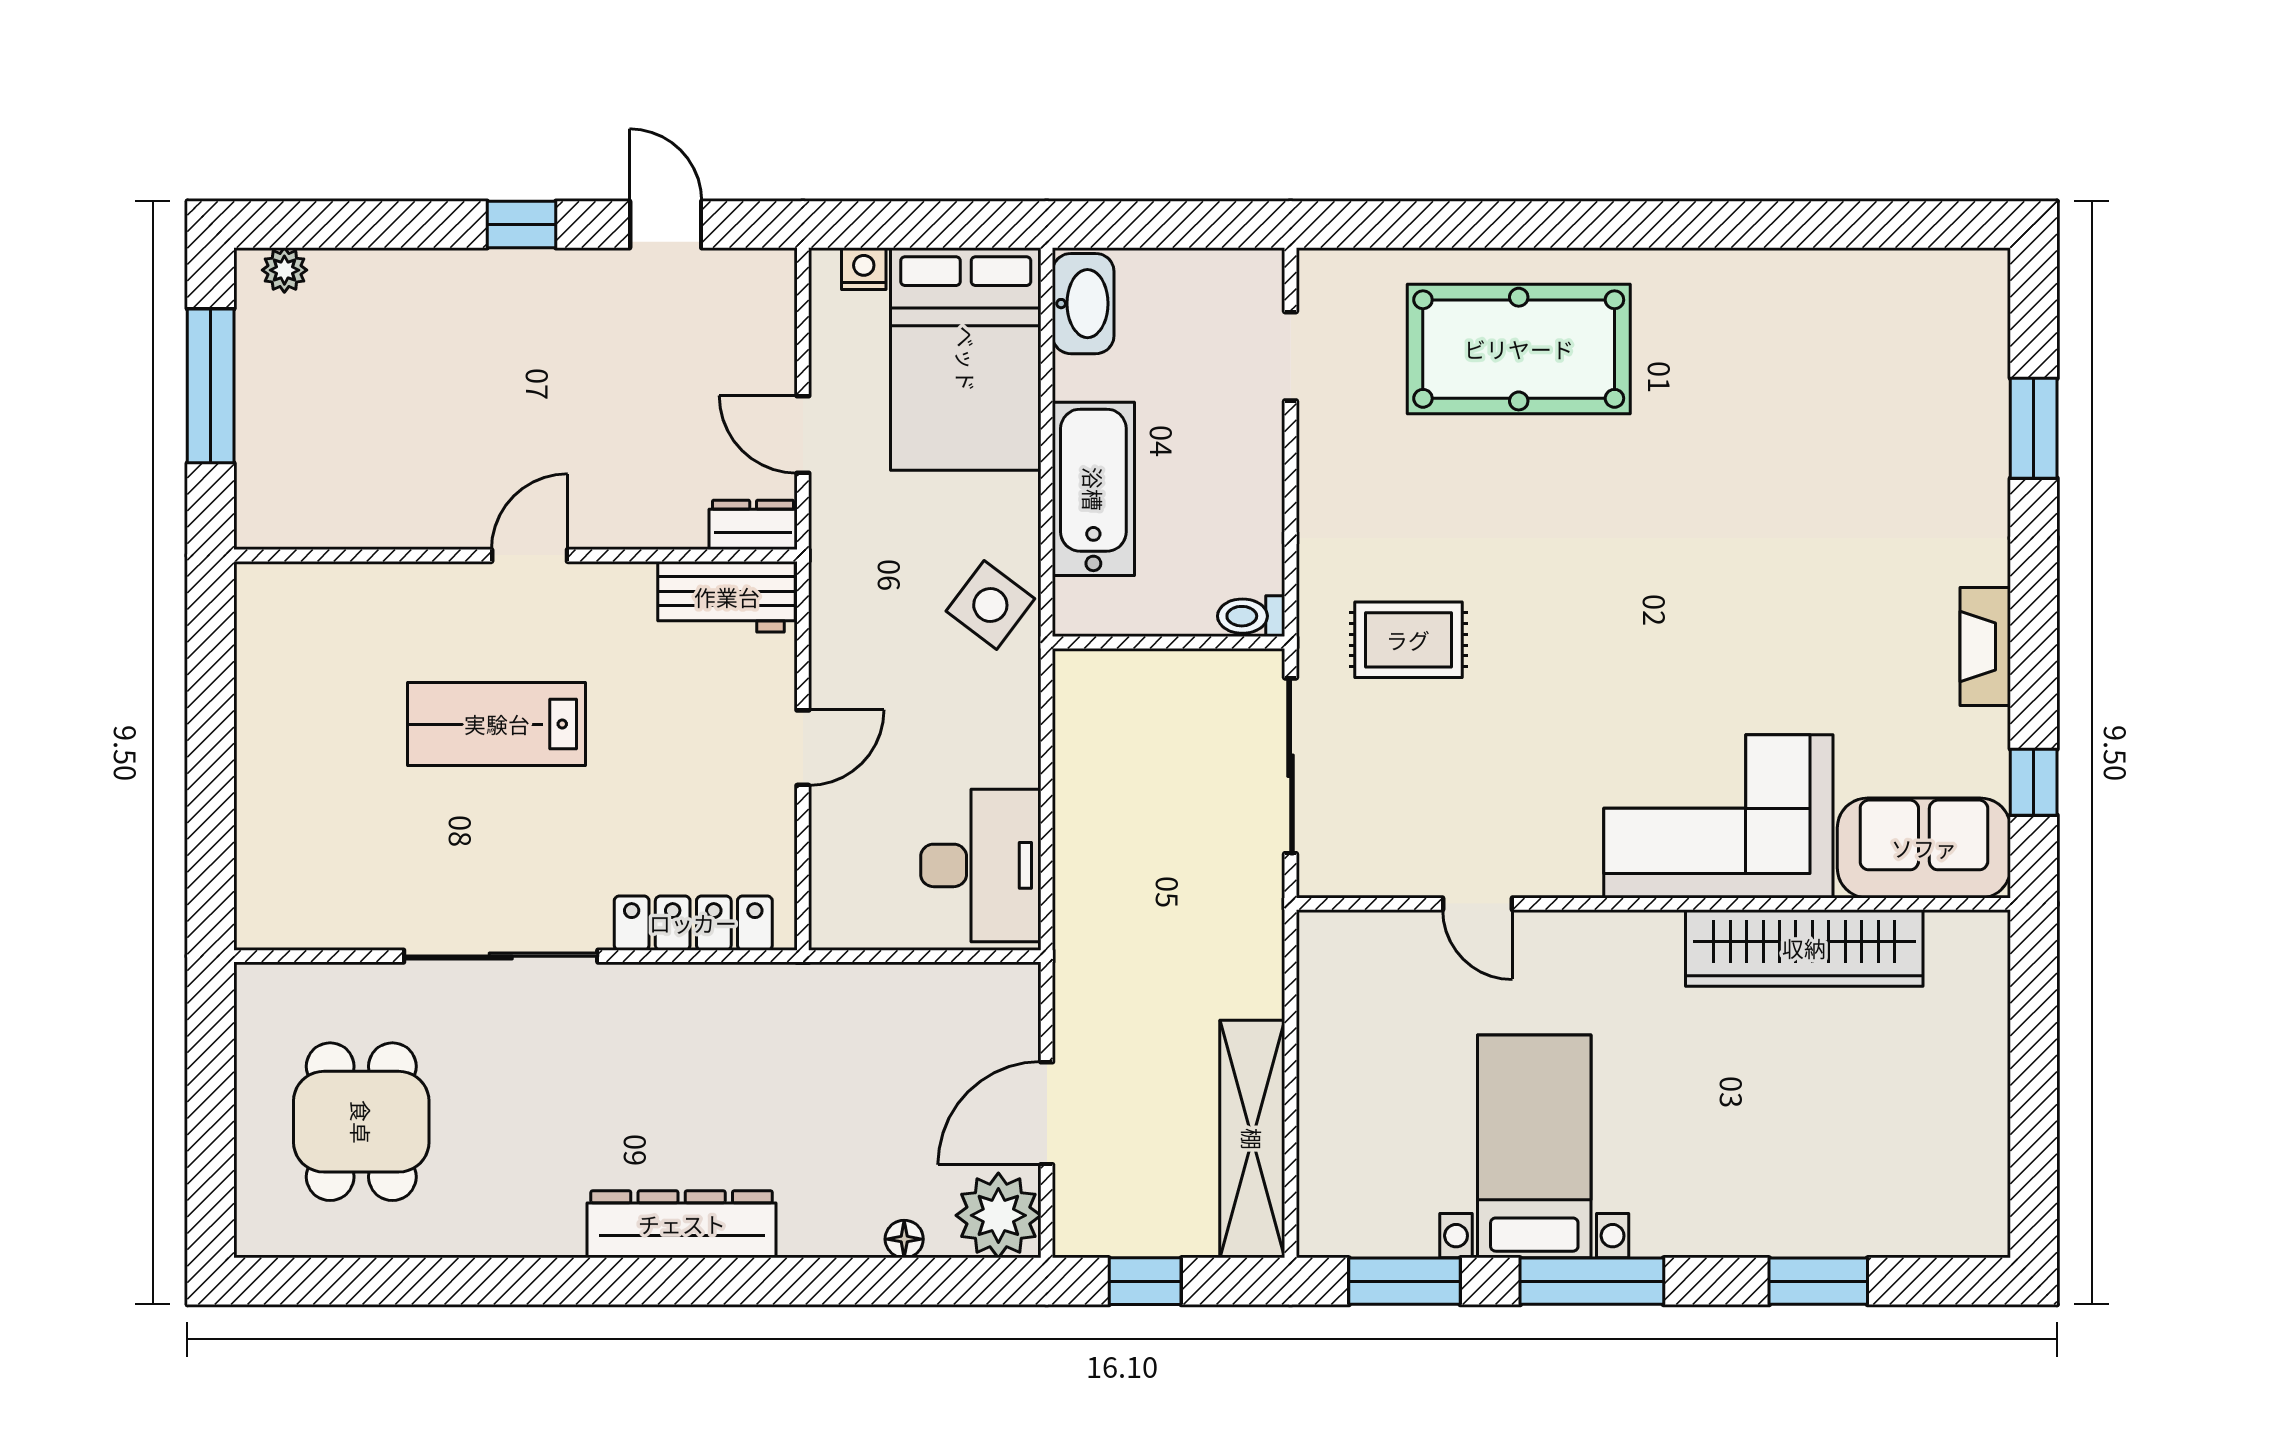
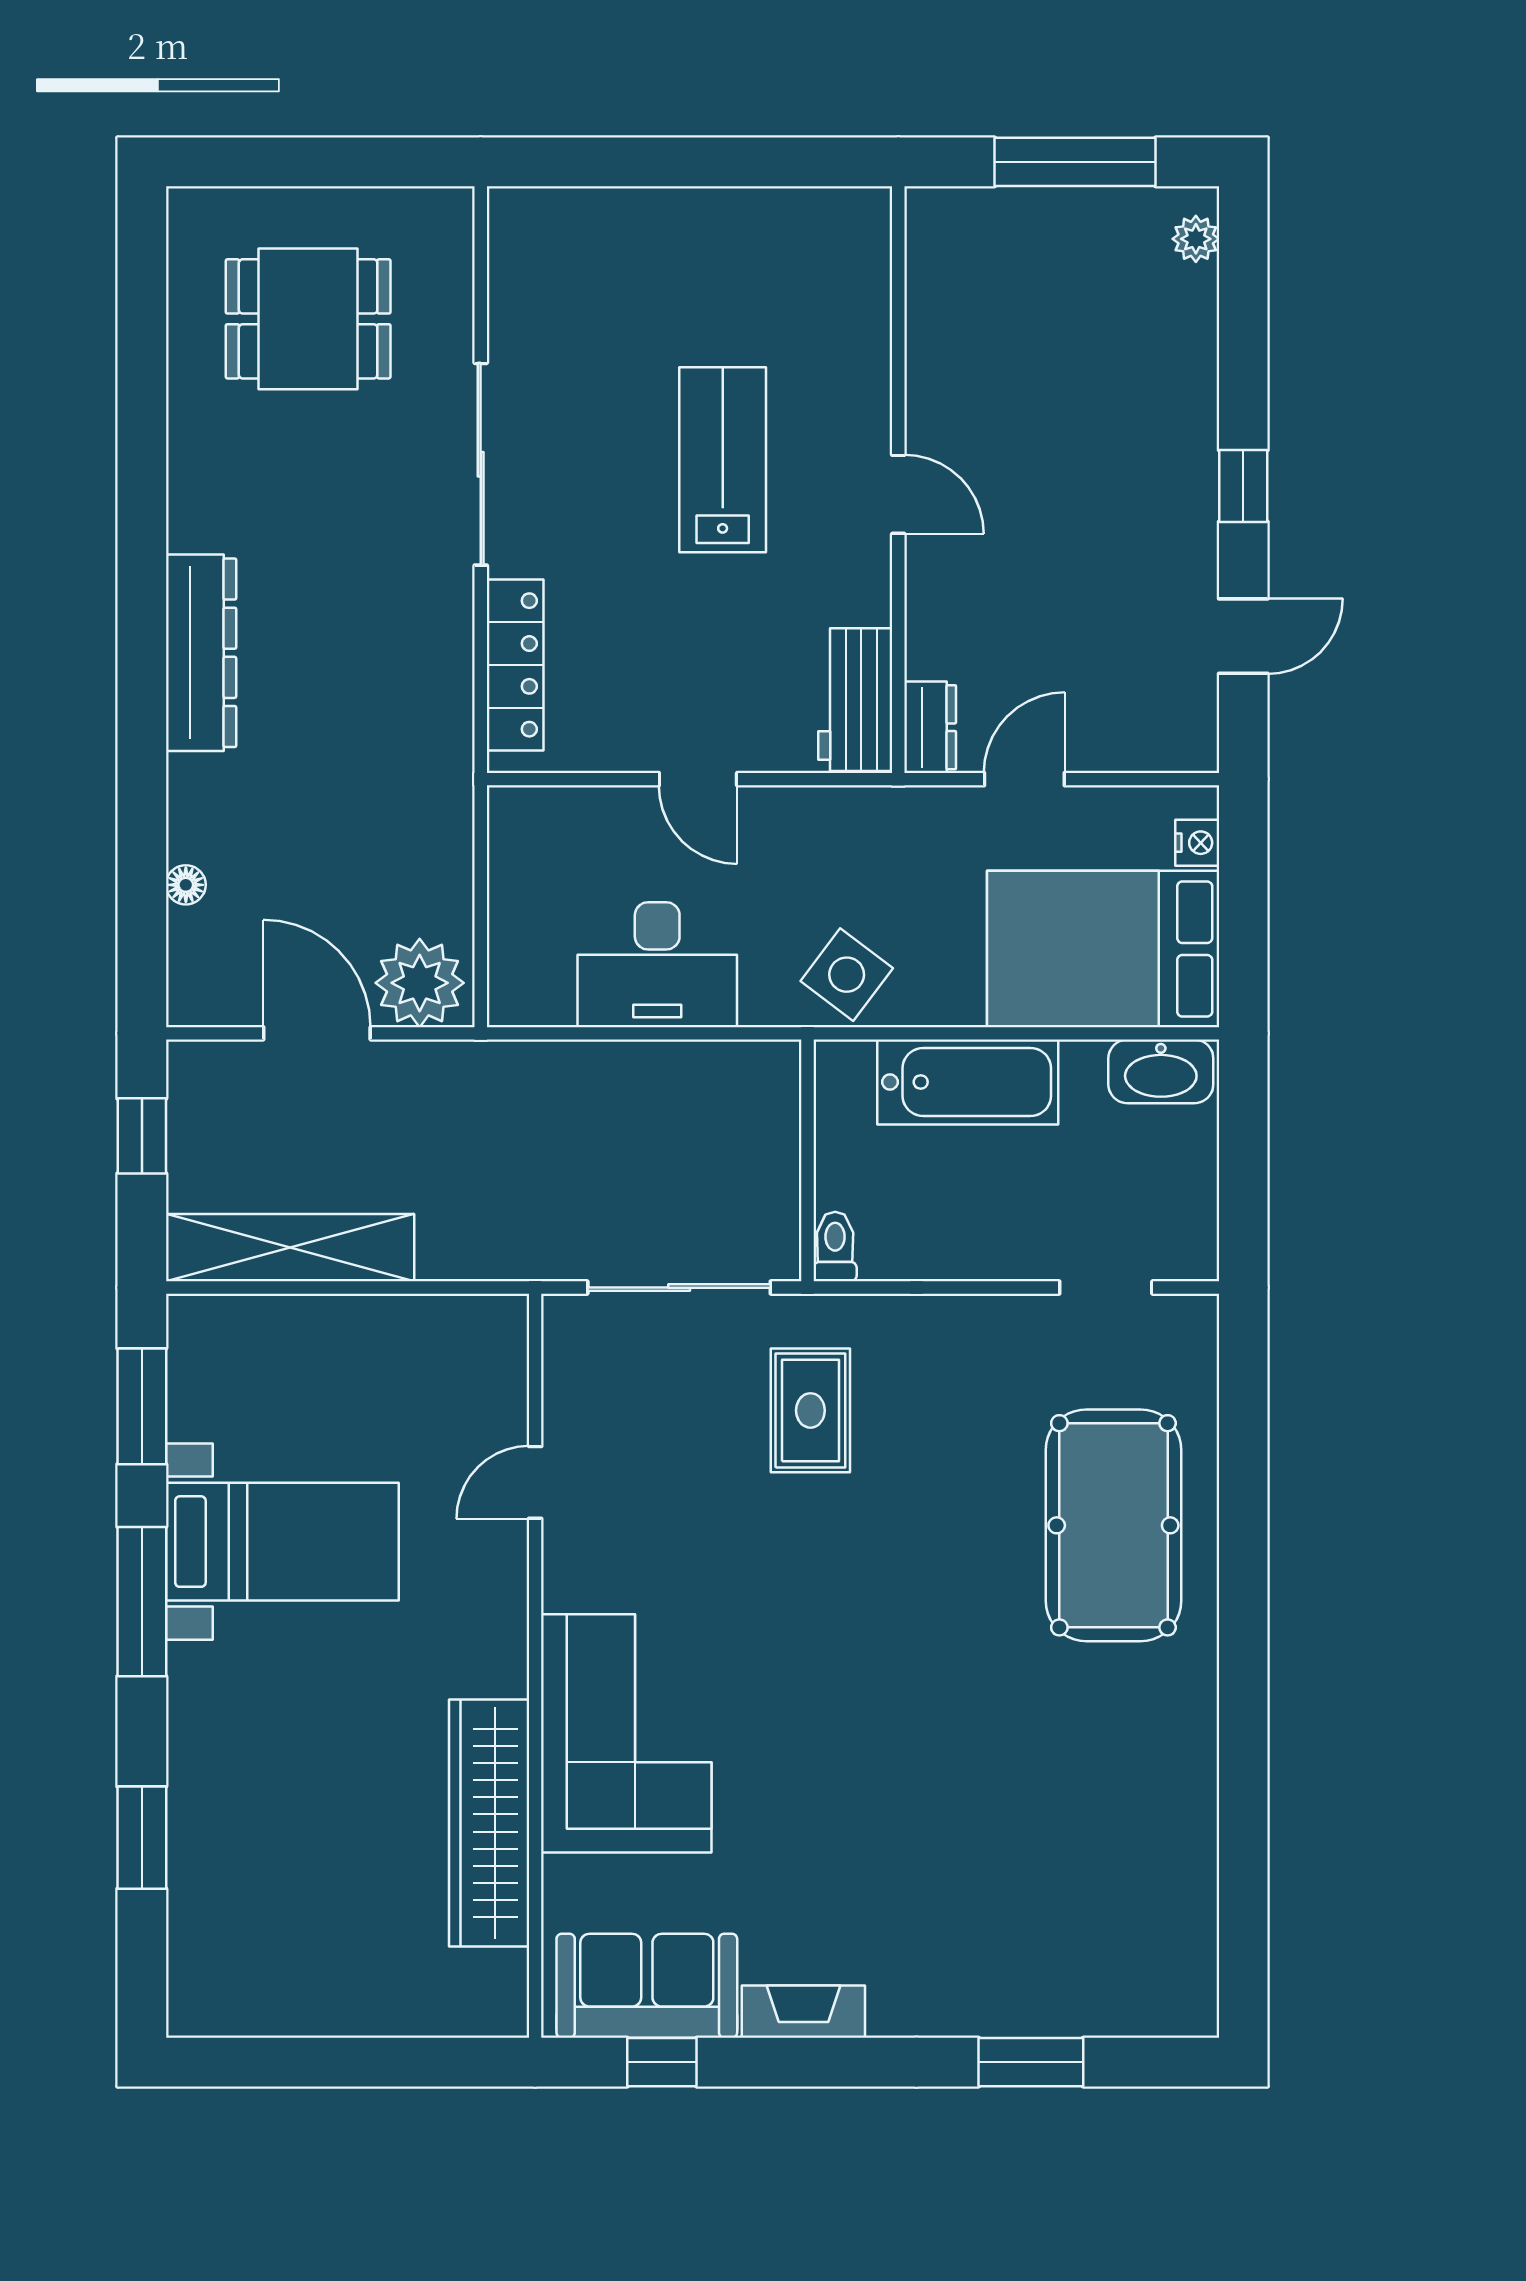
sofa: (1924, 848) -> (647, 1986), moved, turned -90
desk: (981, 865) -> (657, 965), moved
plant: (998, 1215) -> (420, 983), moved

